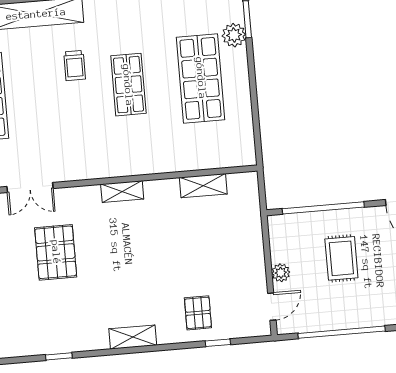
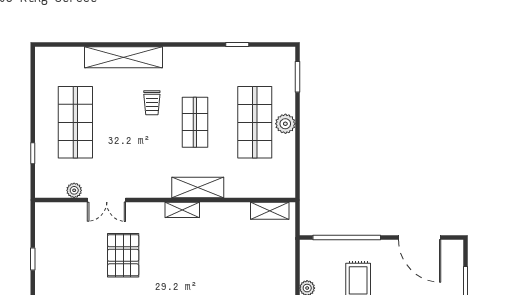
plant: (234, 35) -> (285, 124), moved
shelving: (139, 163) -> (198, 187), added
shelving: (203, 186) -> (270, 211), moved

